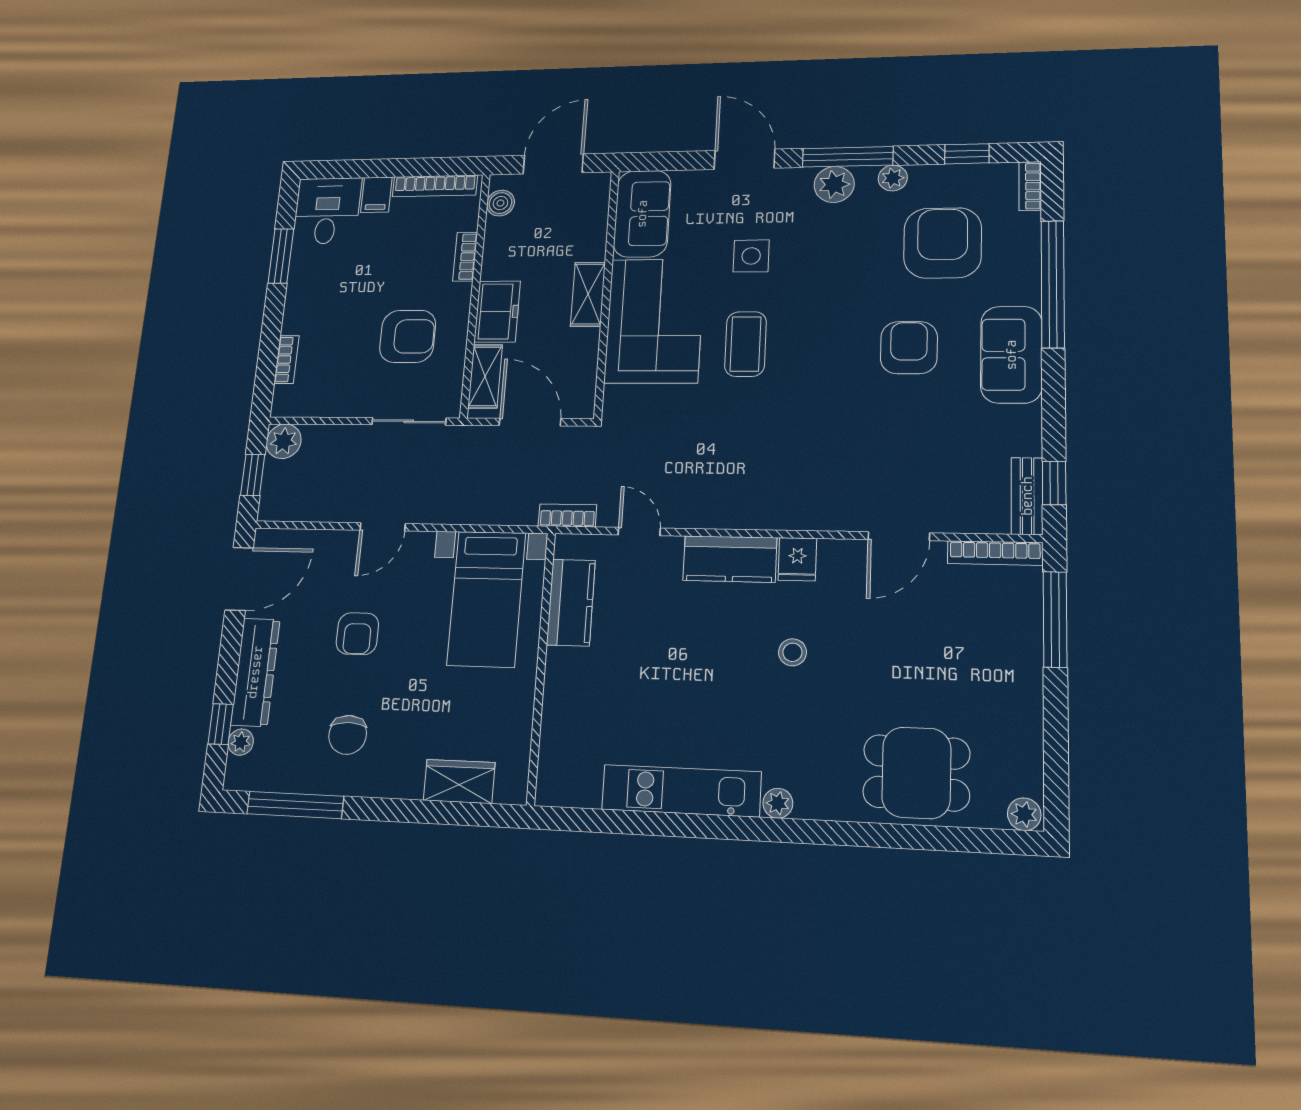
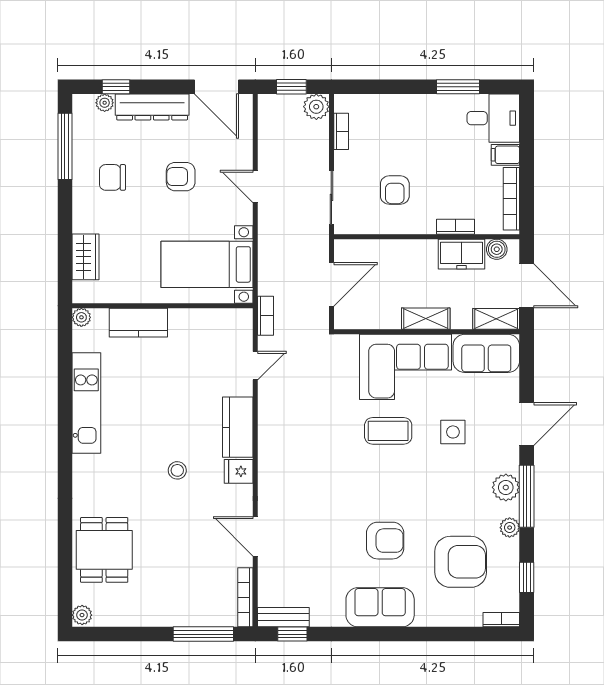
window: (1053, 284) -> (430, 634), removed
freezer: (497, 311) -> (462, 254), moved
armchair: (408, 336) -> (395, 190), width x0.72, depth x0.72
bookcase: (286, 360) -> (341, 131), moved, turned -90
shelving: (485, 376) -> (496, 319), moved
kitchen counter: (571, 602) -> (138, 323), moved
plant: (778, 803) -> (81, 317), moved

